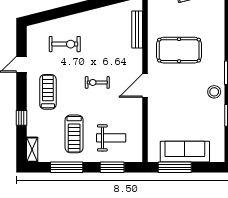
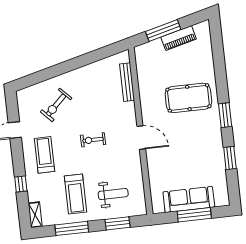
exercise bike: (65, 44) -> (56, 105), turned 136
pool table: (179, 50) -> (188, 98), moved
door: (145, 86) -> (141, 138), swing flipped
stool: (214, 92) -> (211, 136), removed
window: (175, 167) -> (194, 215), moved

